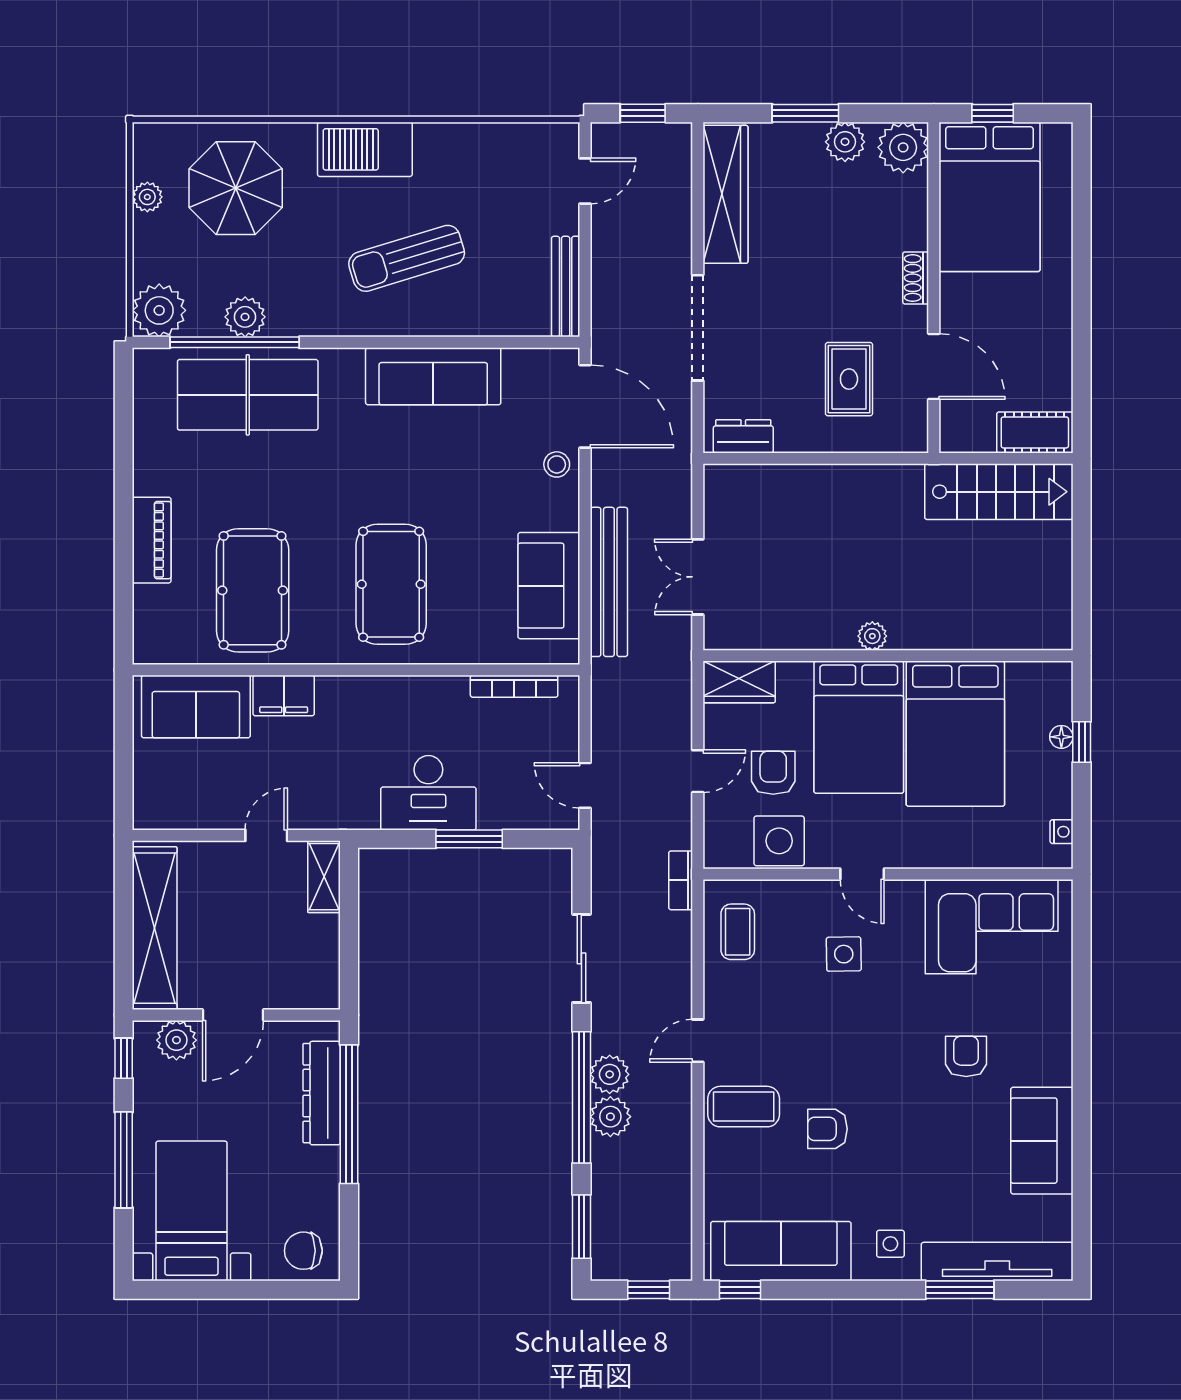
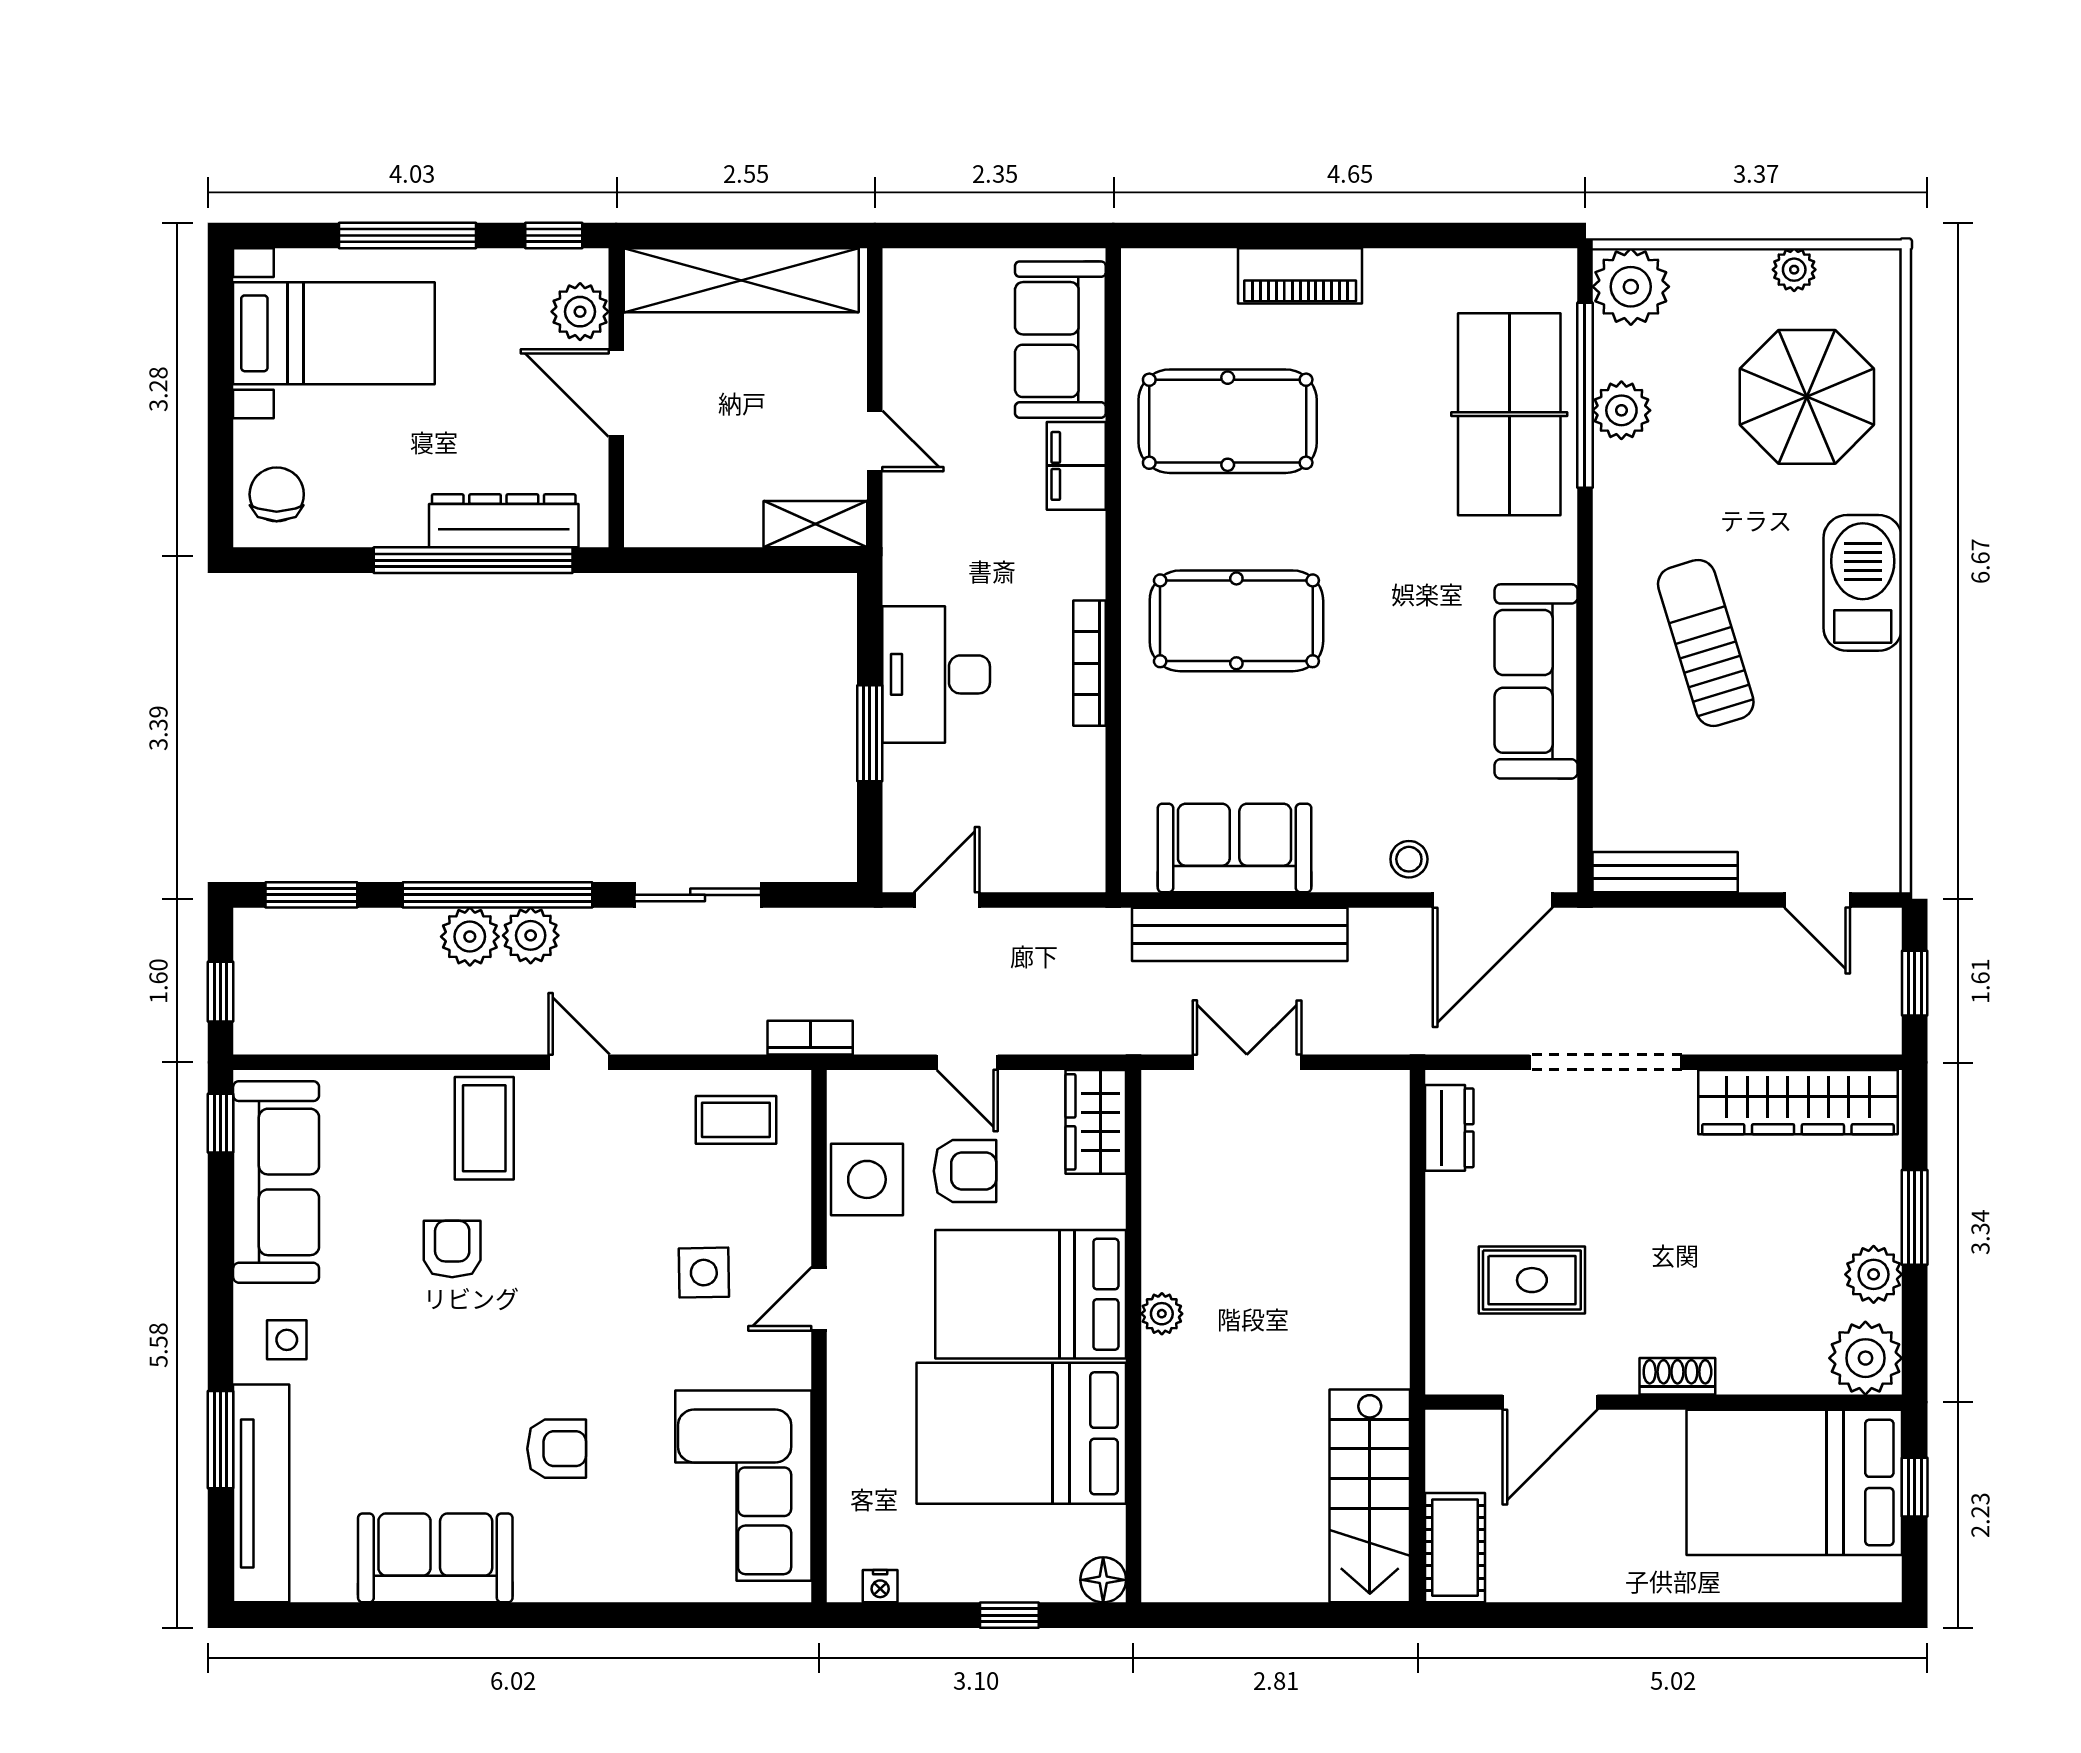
bookcase: (514, 686) -> (1090, 663), moved
floor lamp: (1061, 737) -> (1103, 1580), moved, width x1.37, depth x1.37

